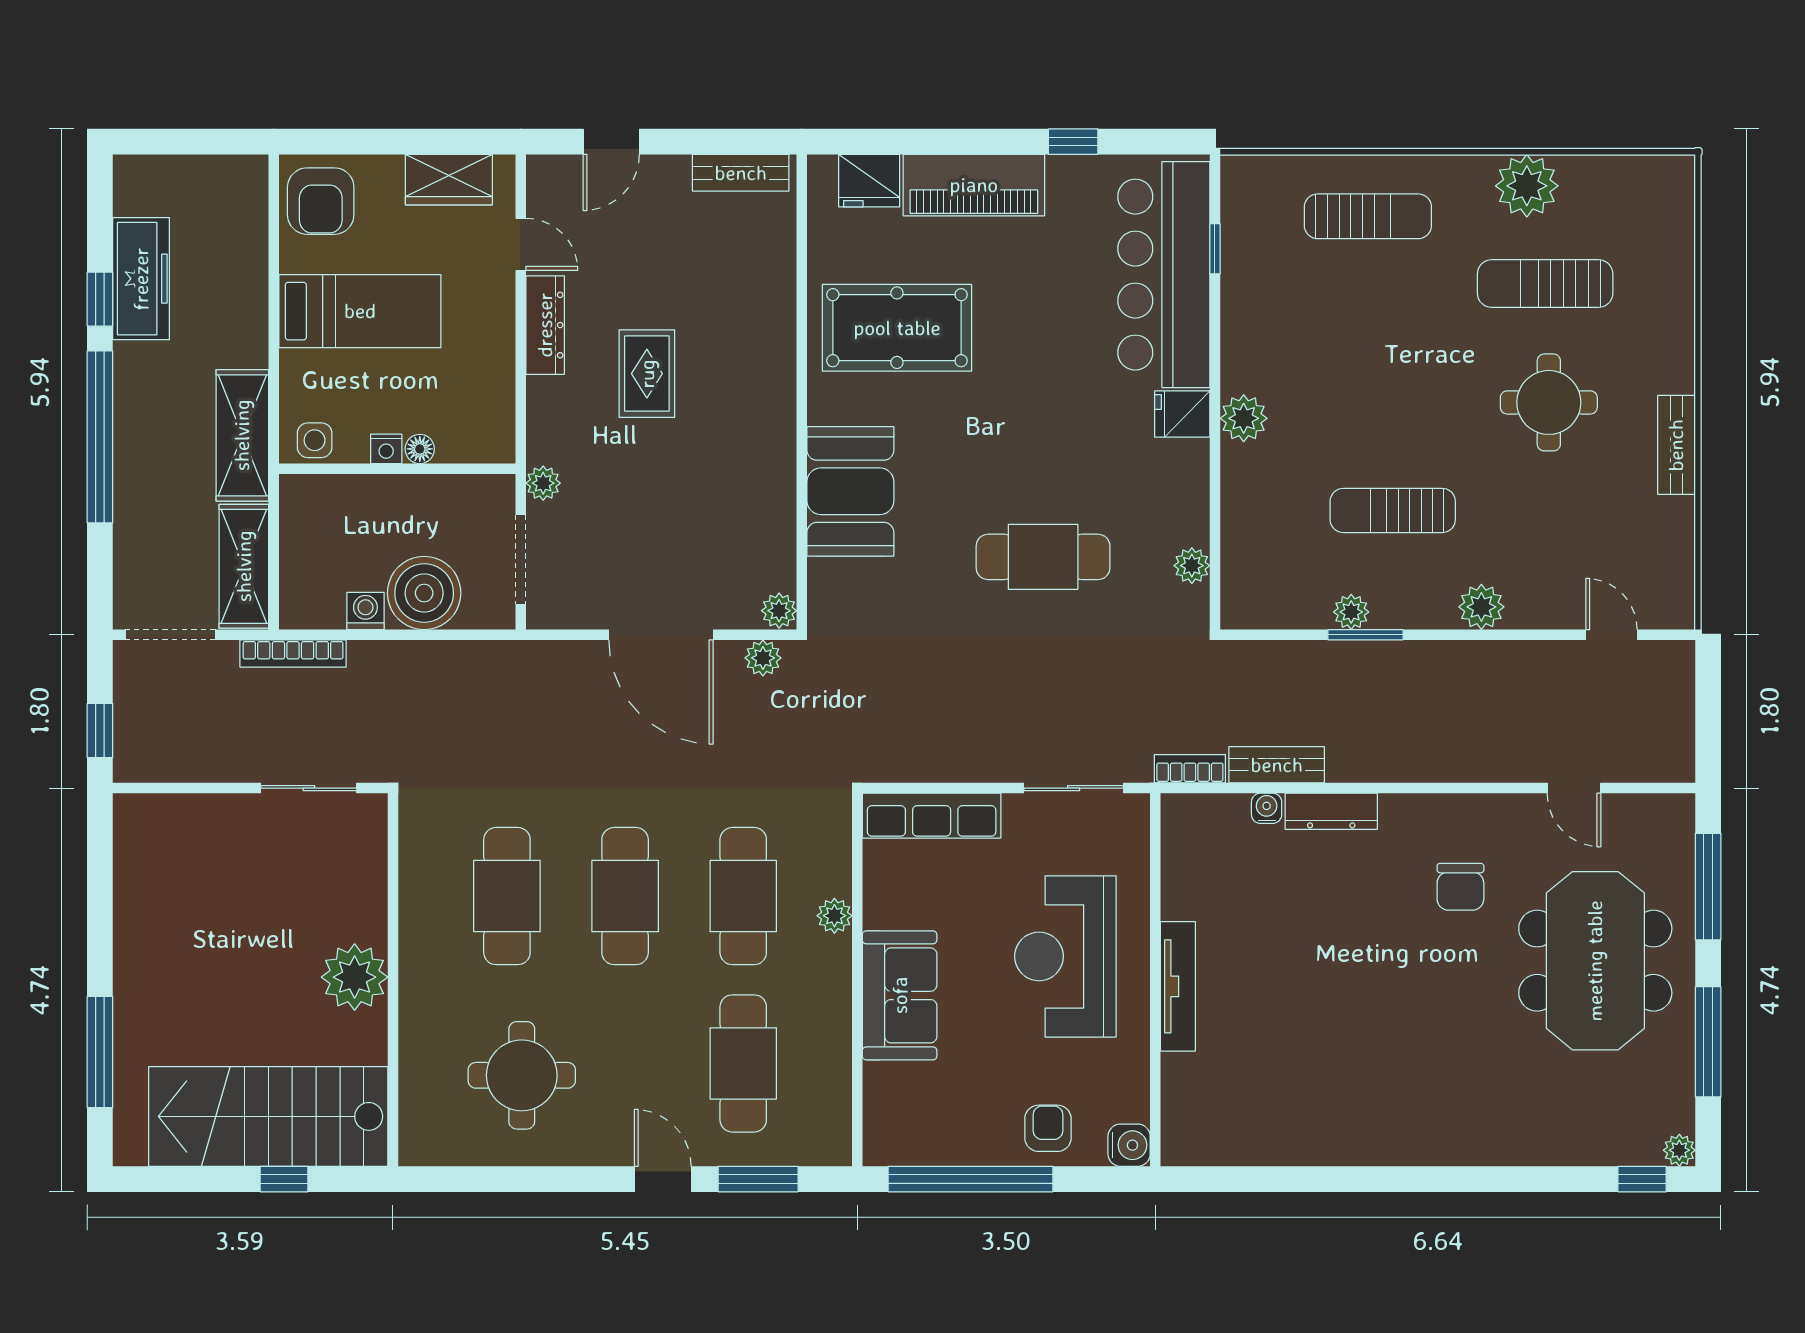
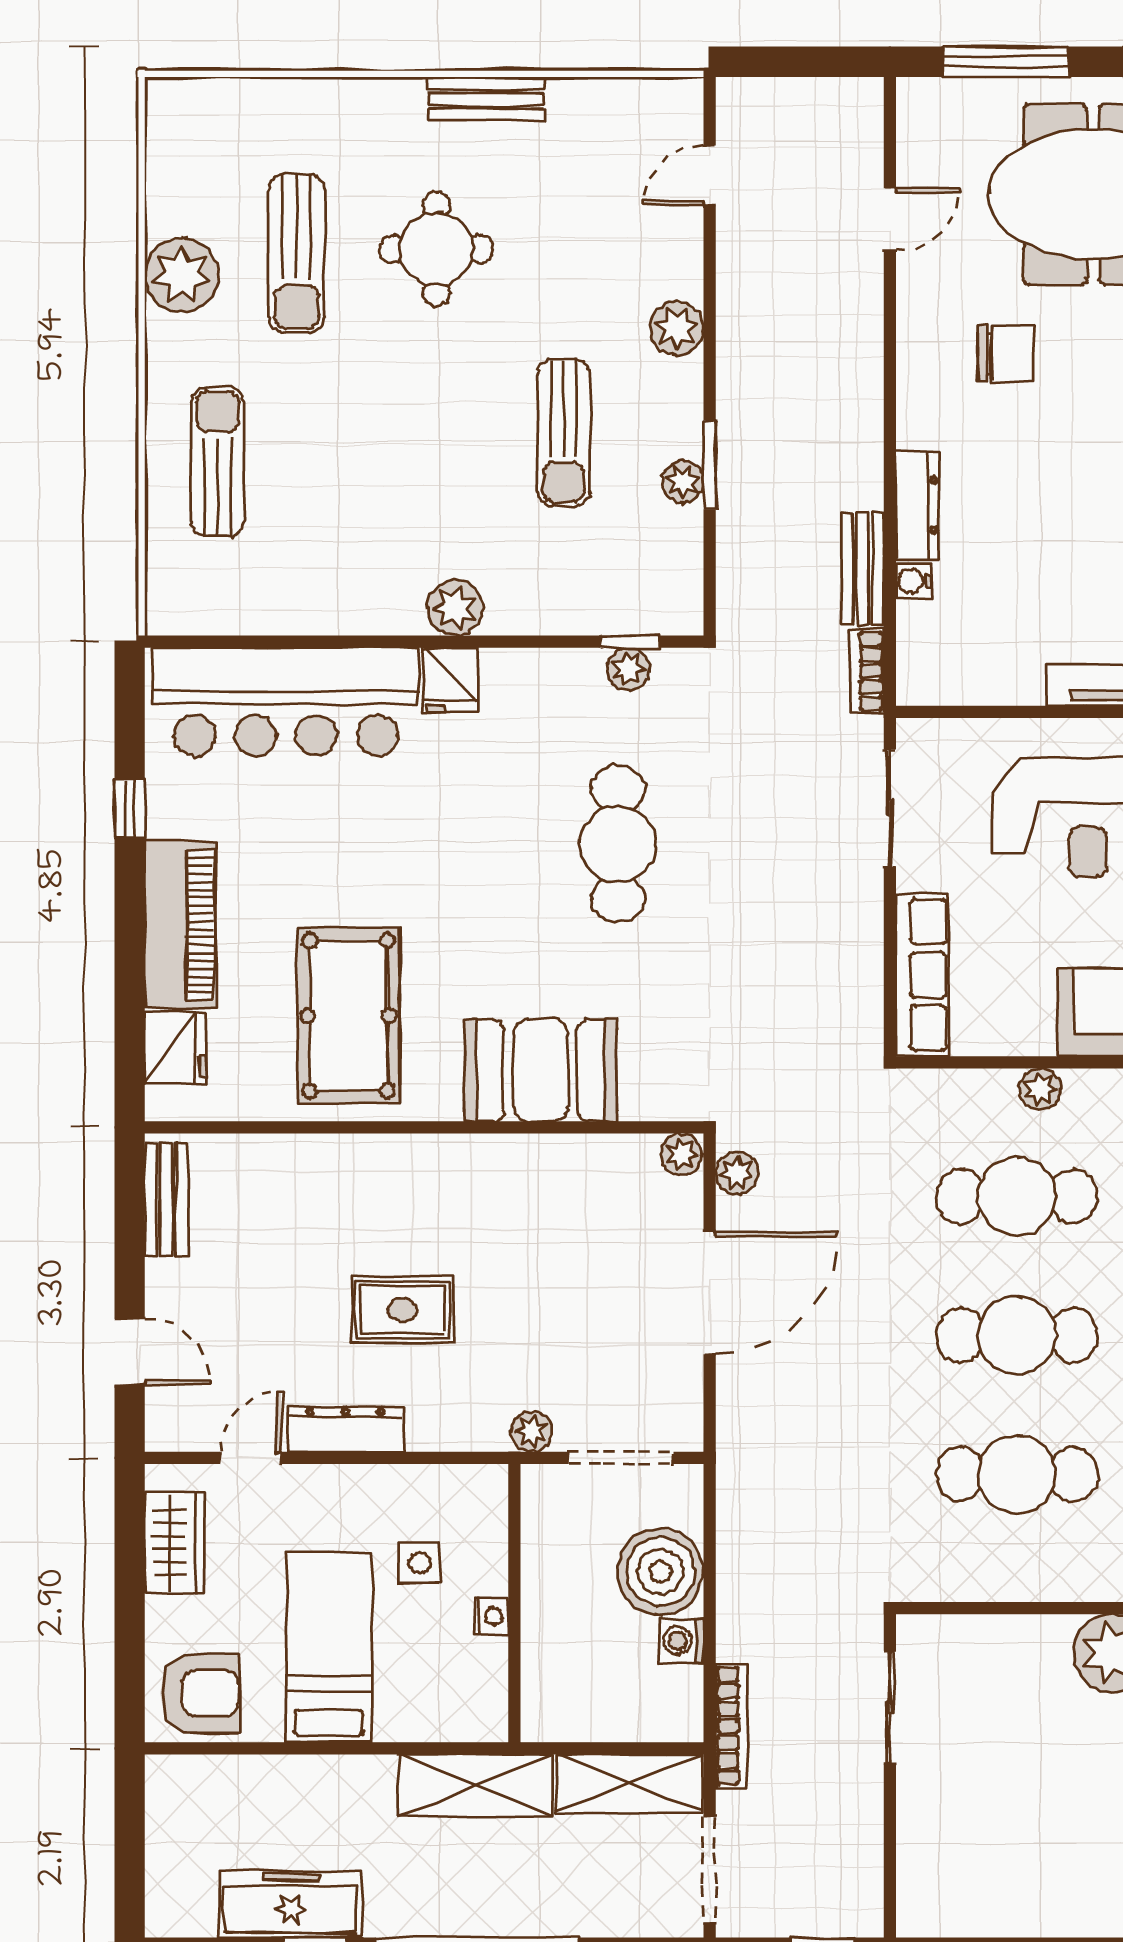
window: (1215, 249) -> (630, 642), moved
side table: (315, 440) -> (419, 1563), moved
floor lamp: (420, 449) -> (491, 1577), removed

